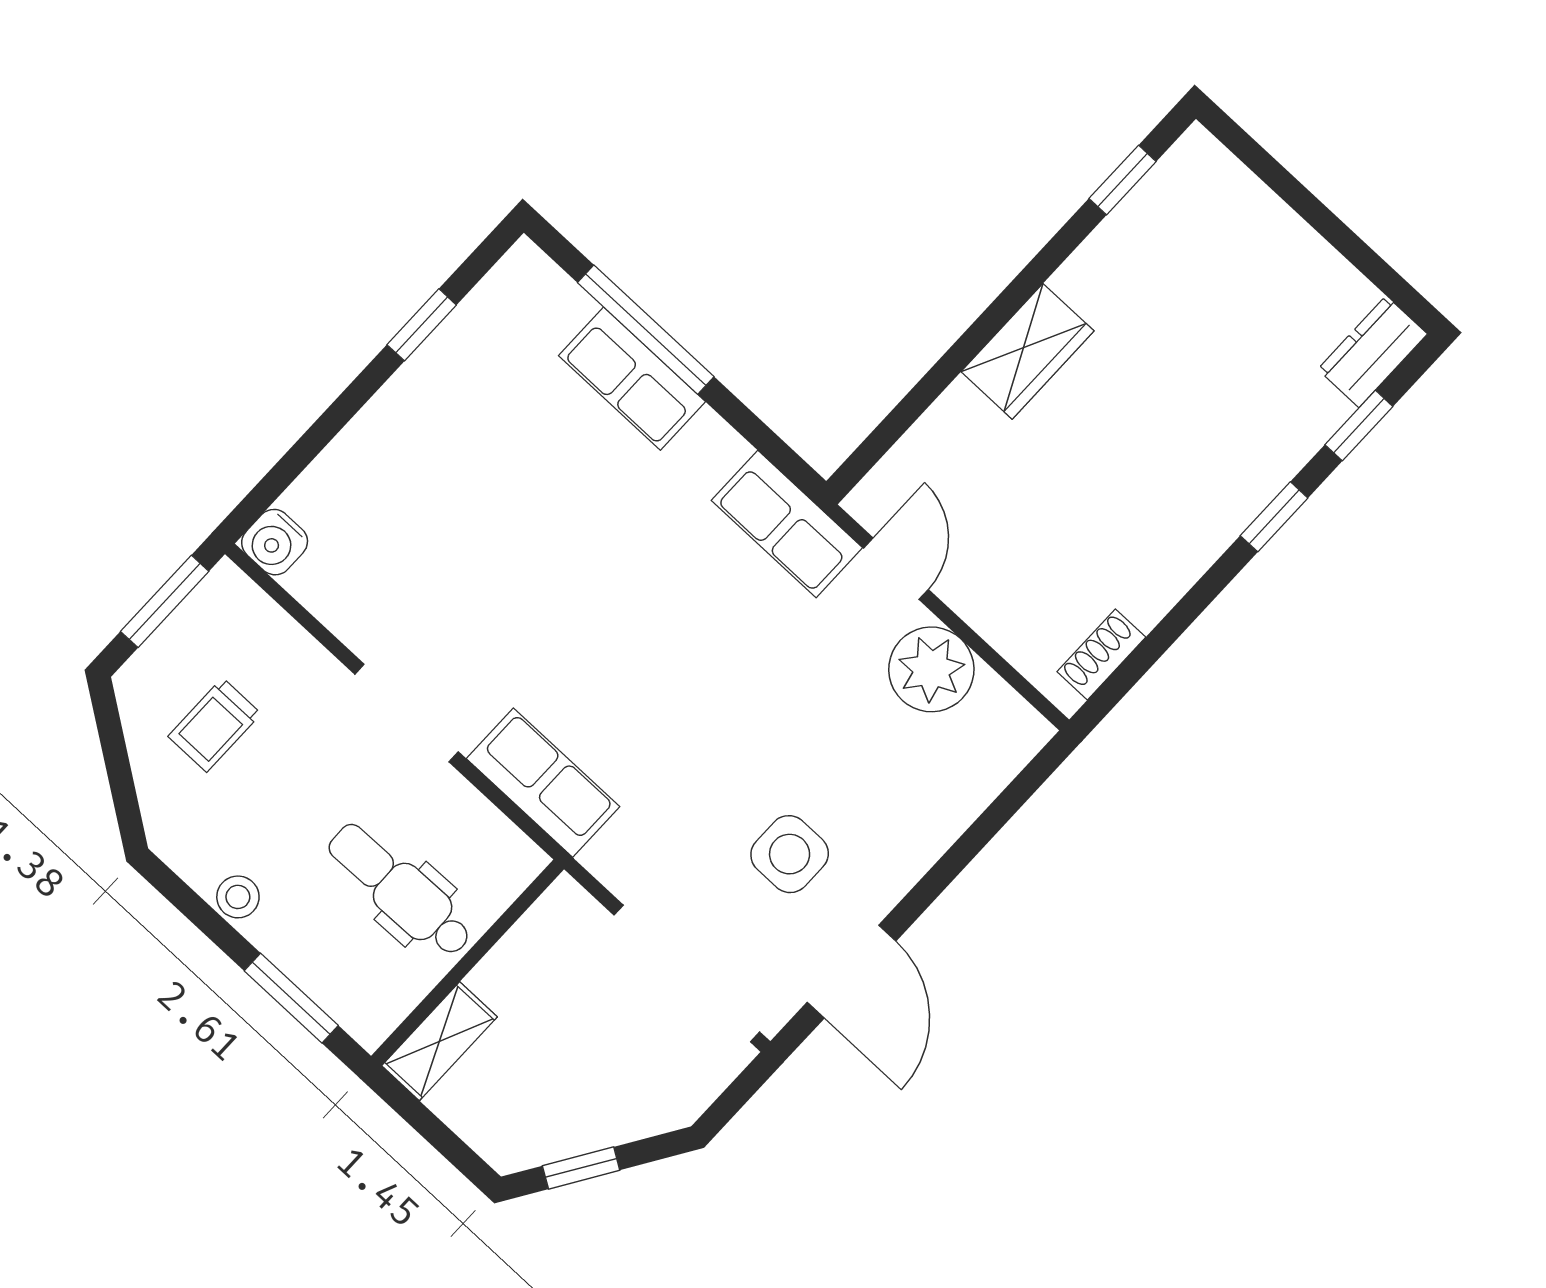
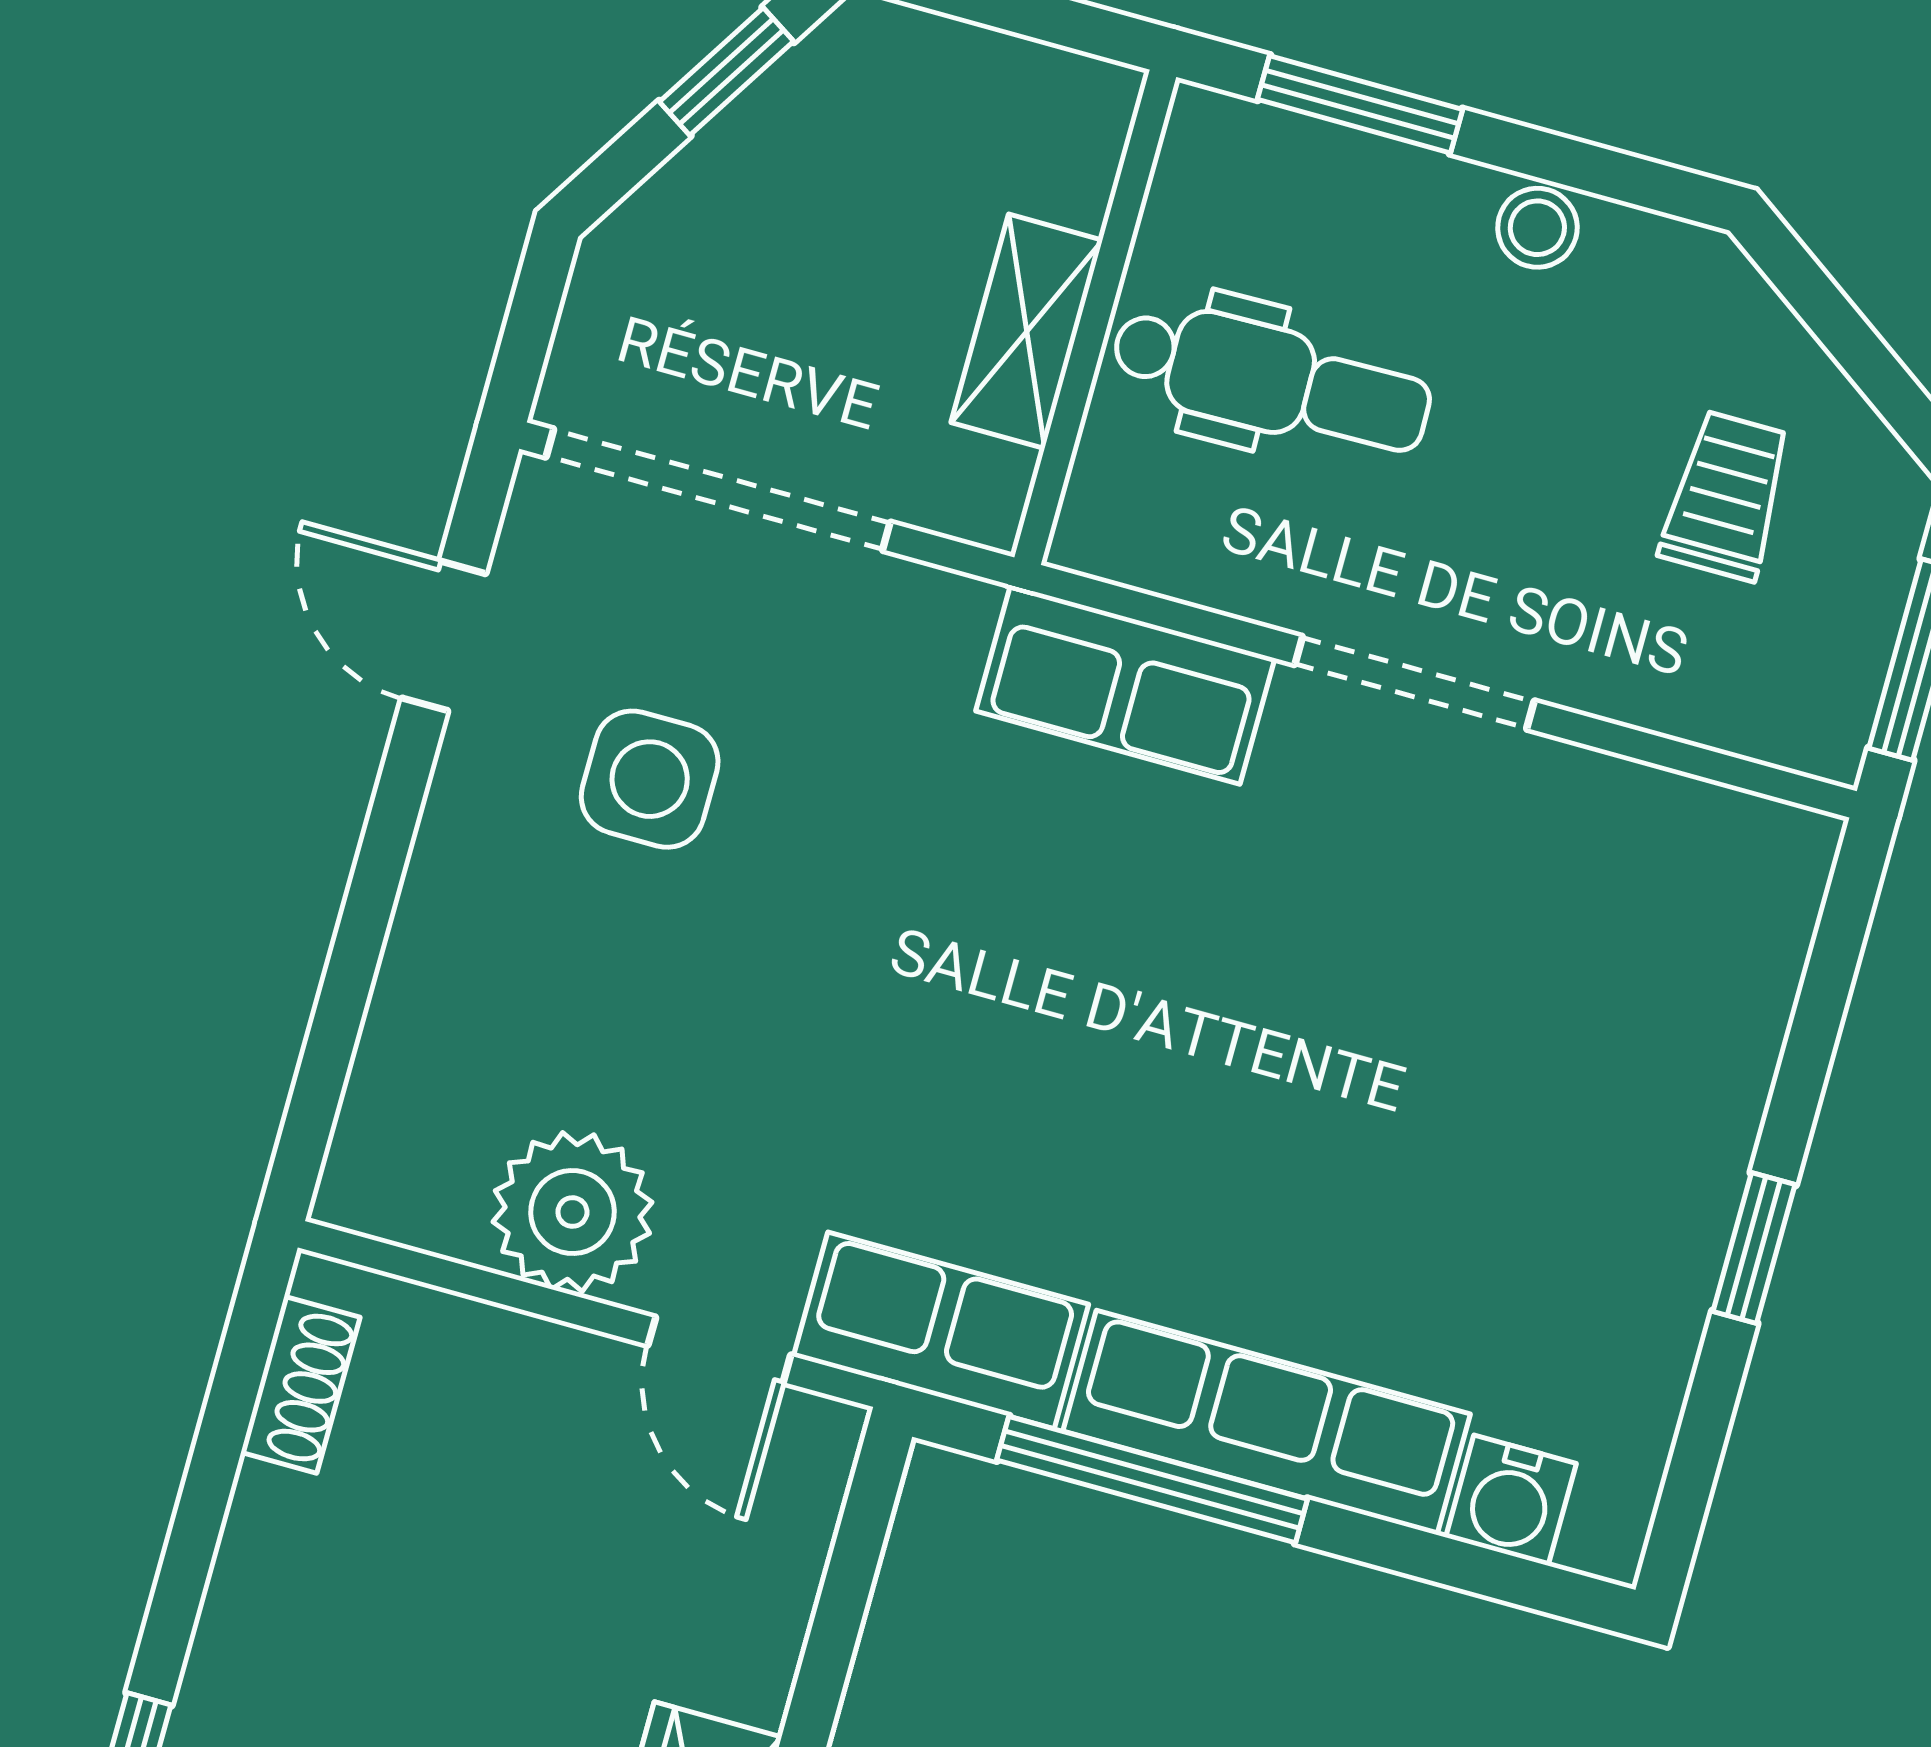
window: (422, 325) -> (1754, 1248), moved
window: (646, 330) -> (1152, 1480), moved
row of seats: (632, 379) -> (1267, 1423), width x1.48
water cooler: (275, 542) -> (1511, 1500), moved, turned 180
door: (851, 972) -> (444, 636), width x0.73
shelving: (439, 1041) -> (1027, 331), moved

